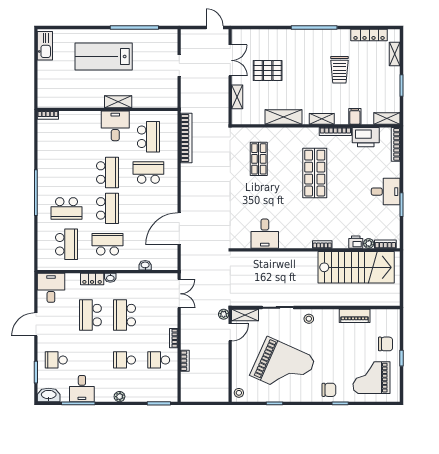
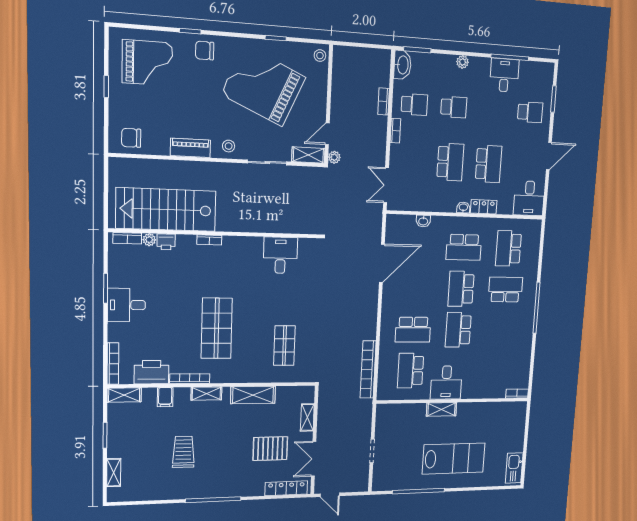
locker: (369, 35) -> (286, 488), moved
piano: (355, 316) -> (190, 148), moved
chair: (386, 344) -> (131, 138), moved
washbasin: (49, 395) -> (402, 65), moved, turned -90

